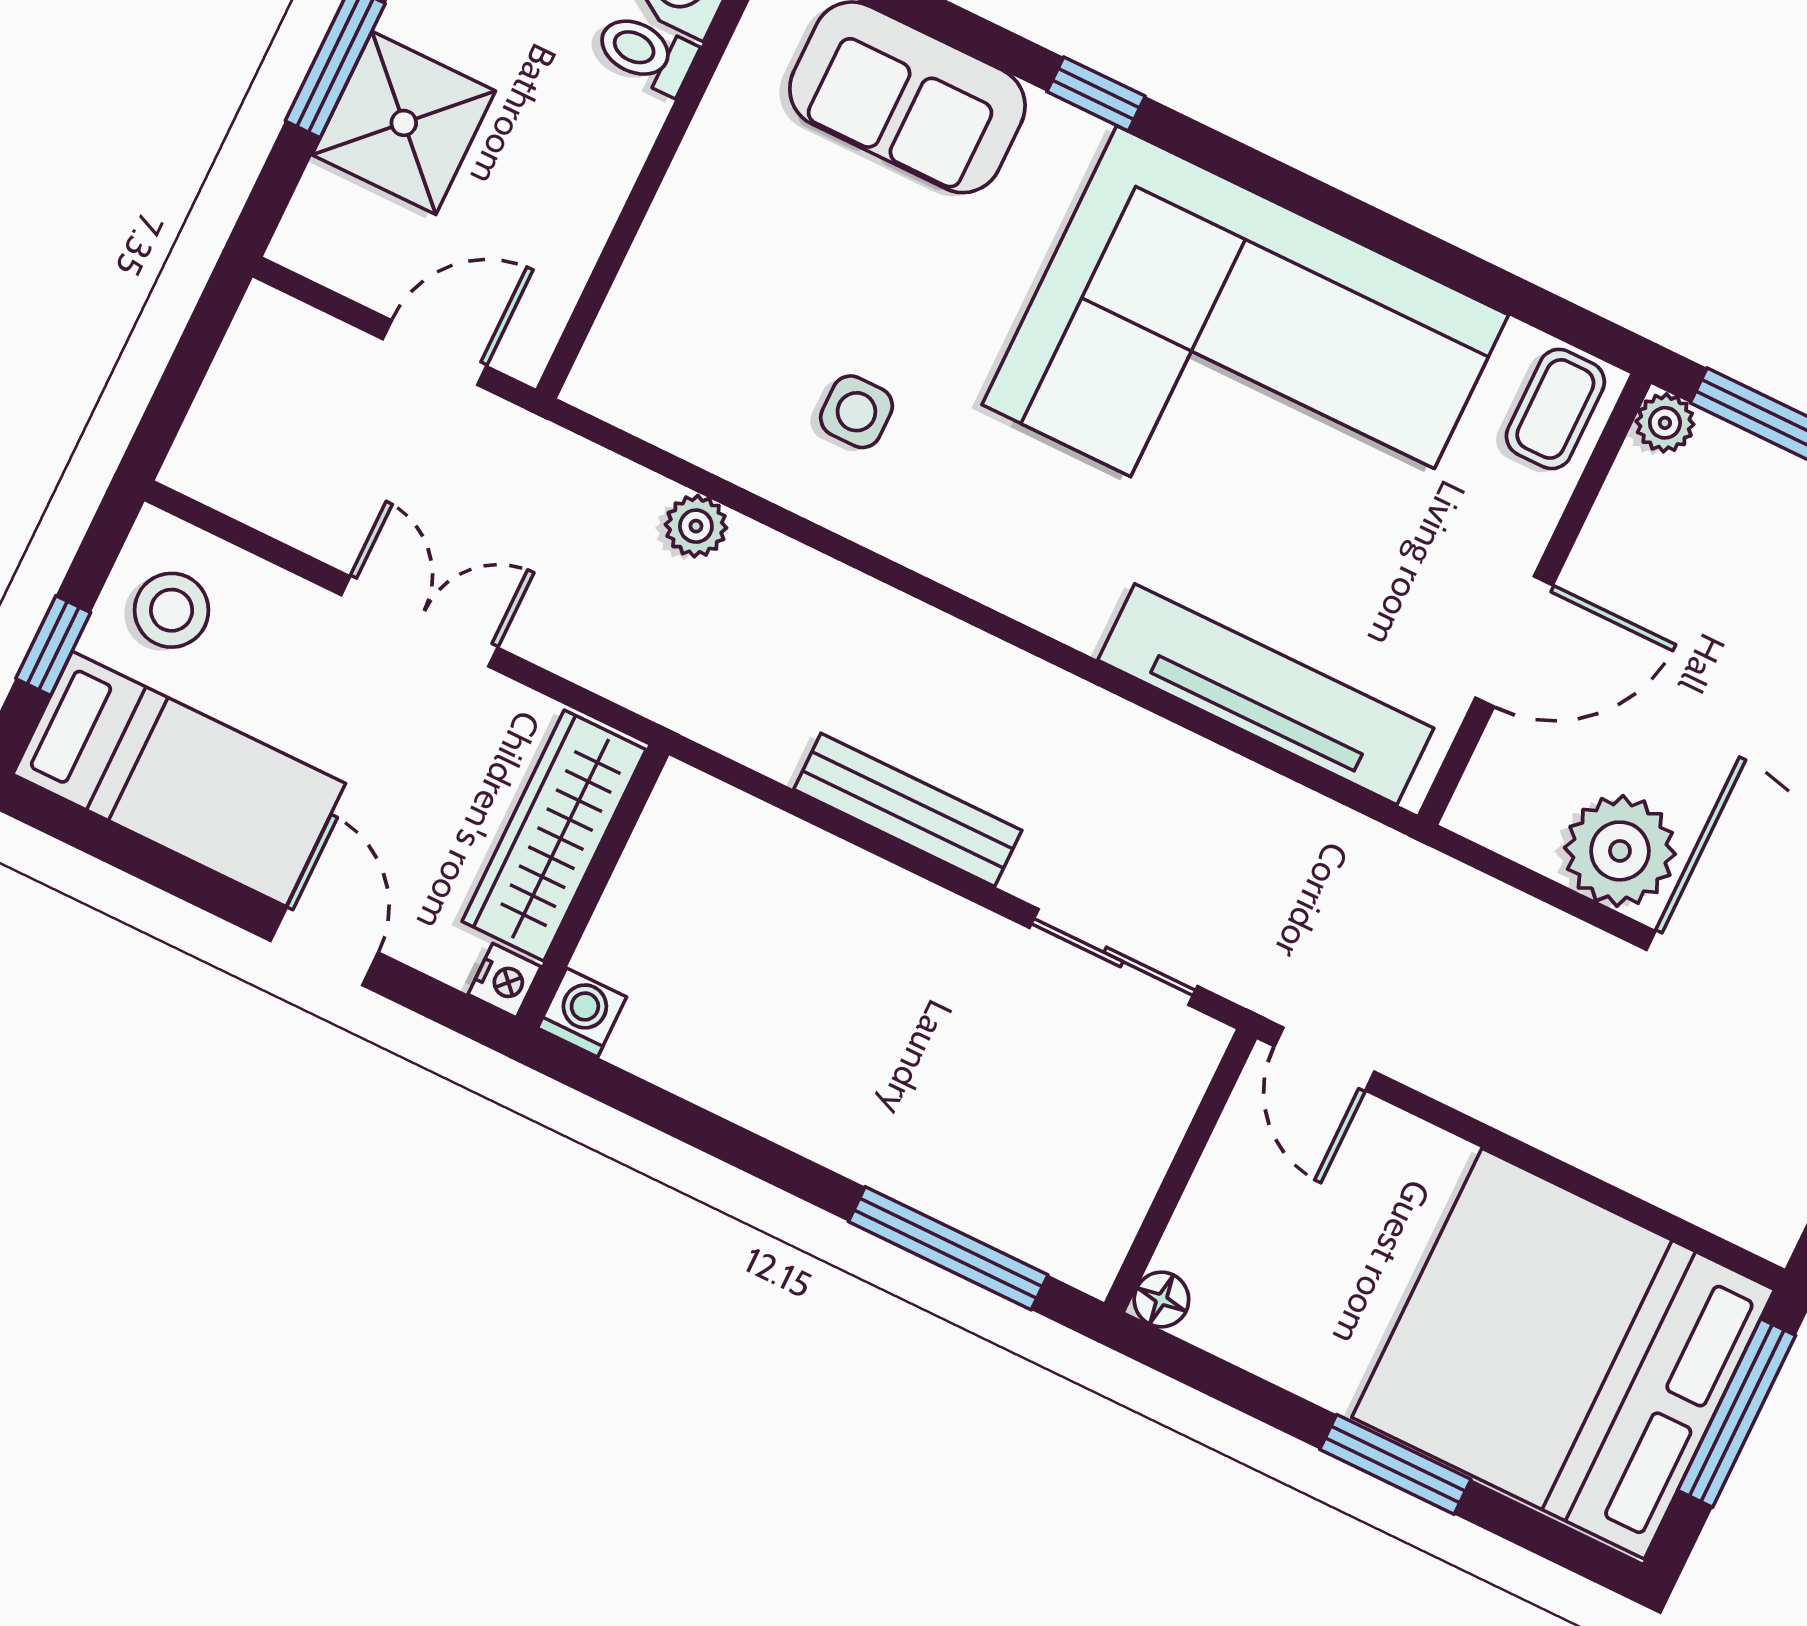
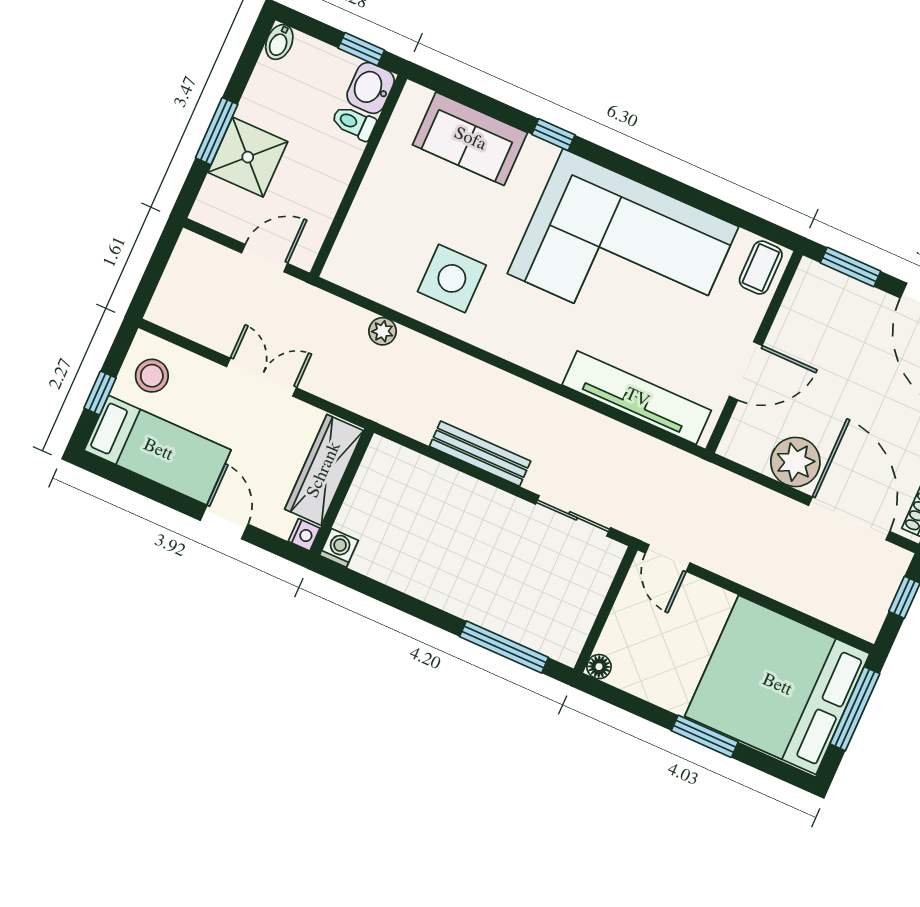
side table: (856, 412) -> (452, 278), width x1.87, depth x1.87
plant: (1665, 423) -> (809, 272), removed

